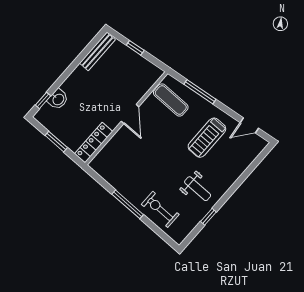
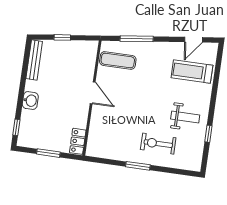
washbasin: (58, 99) -> (30, 101), moved
treadmill: (207, 138) -> (192, 72), moved, turned 90
locker: (94, 143) -> (78, 141), width x0.66
window: (128, 204) -> (138, 166), width x0.69
exercise bike: (160, 209) -> (158, 144), moved

